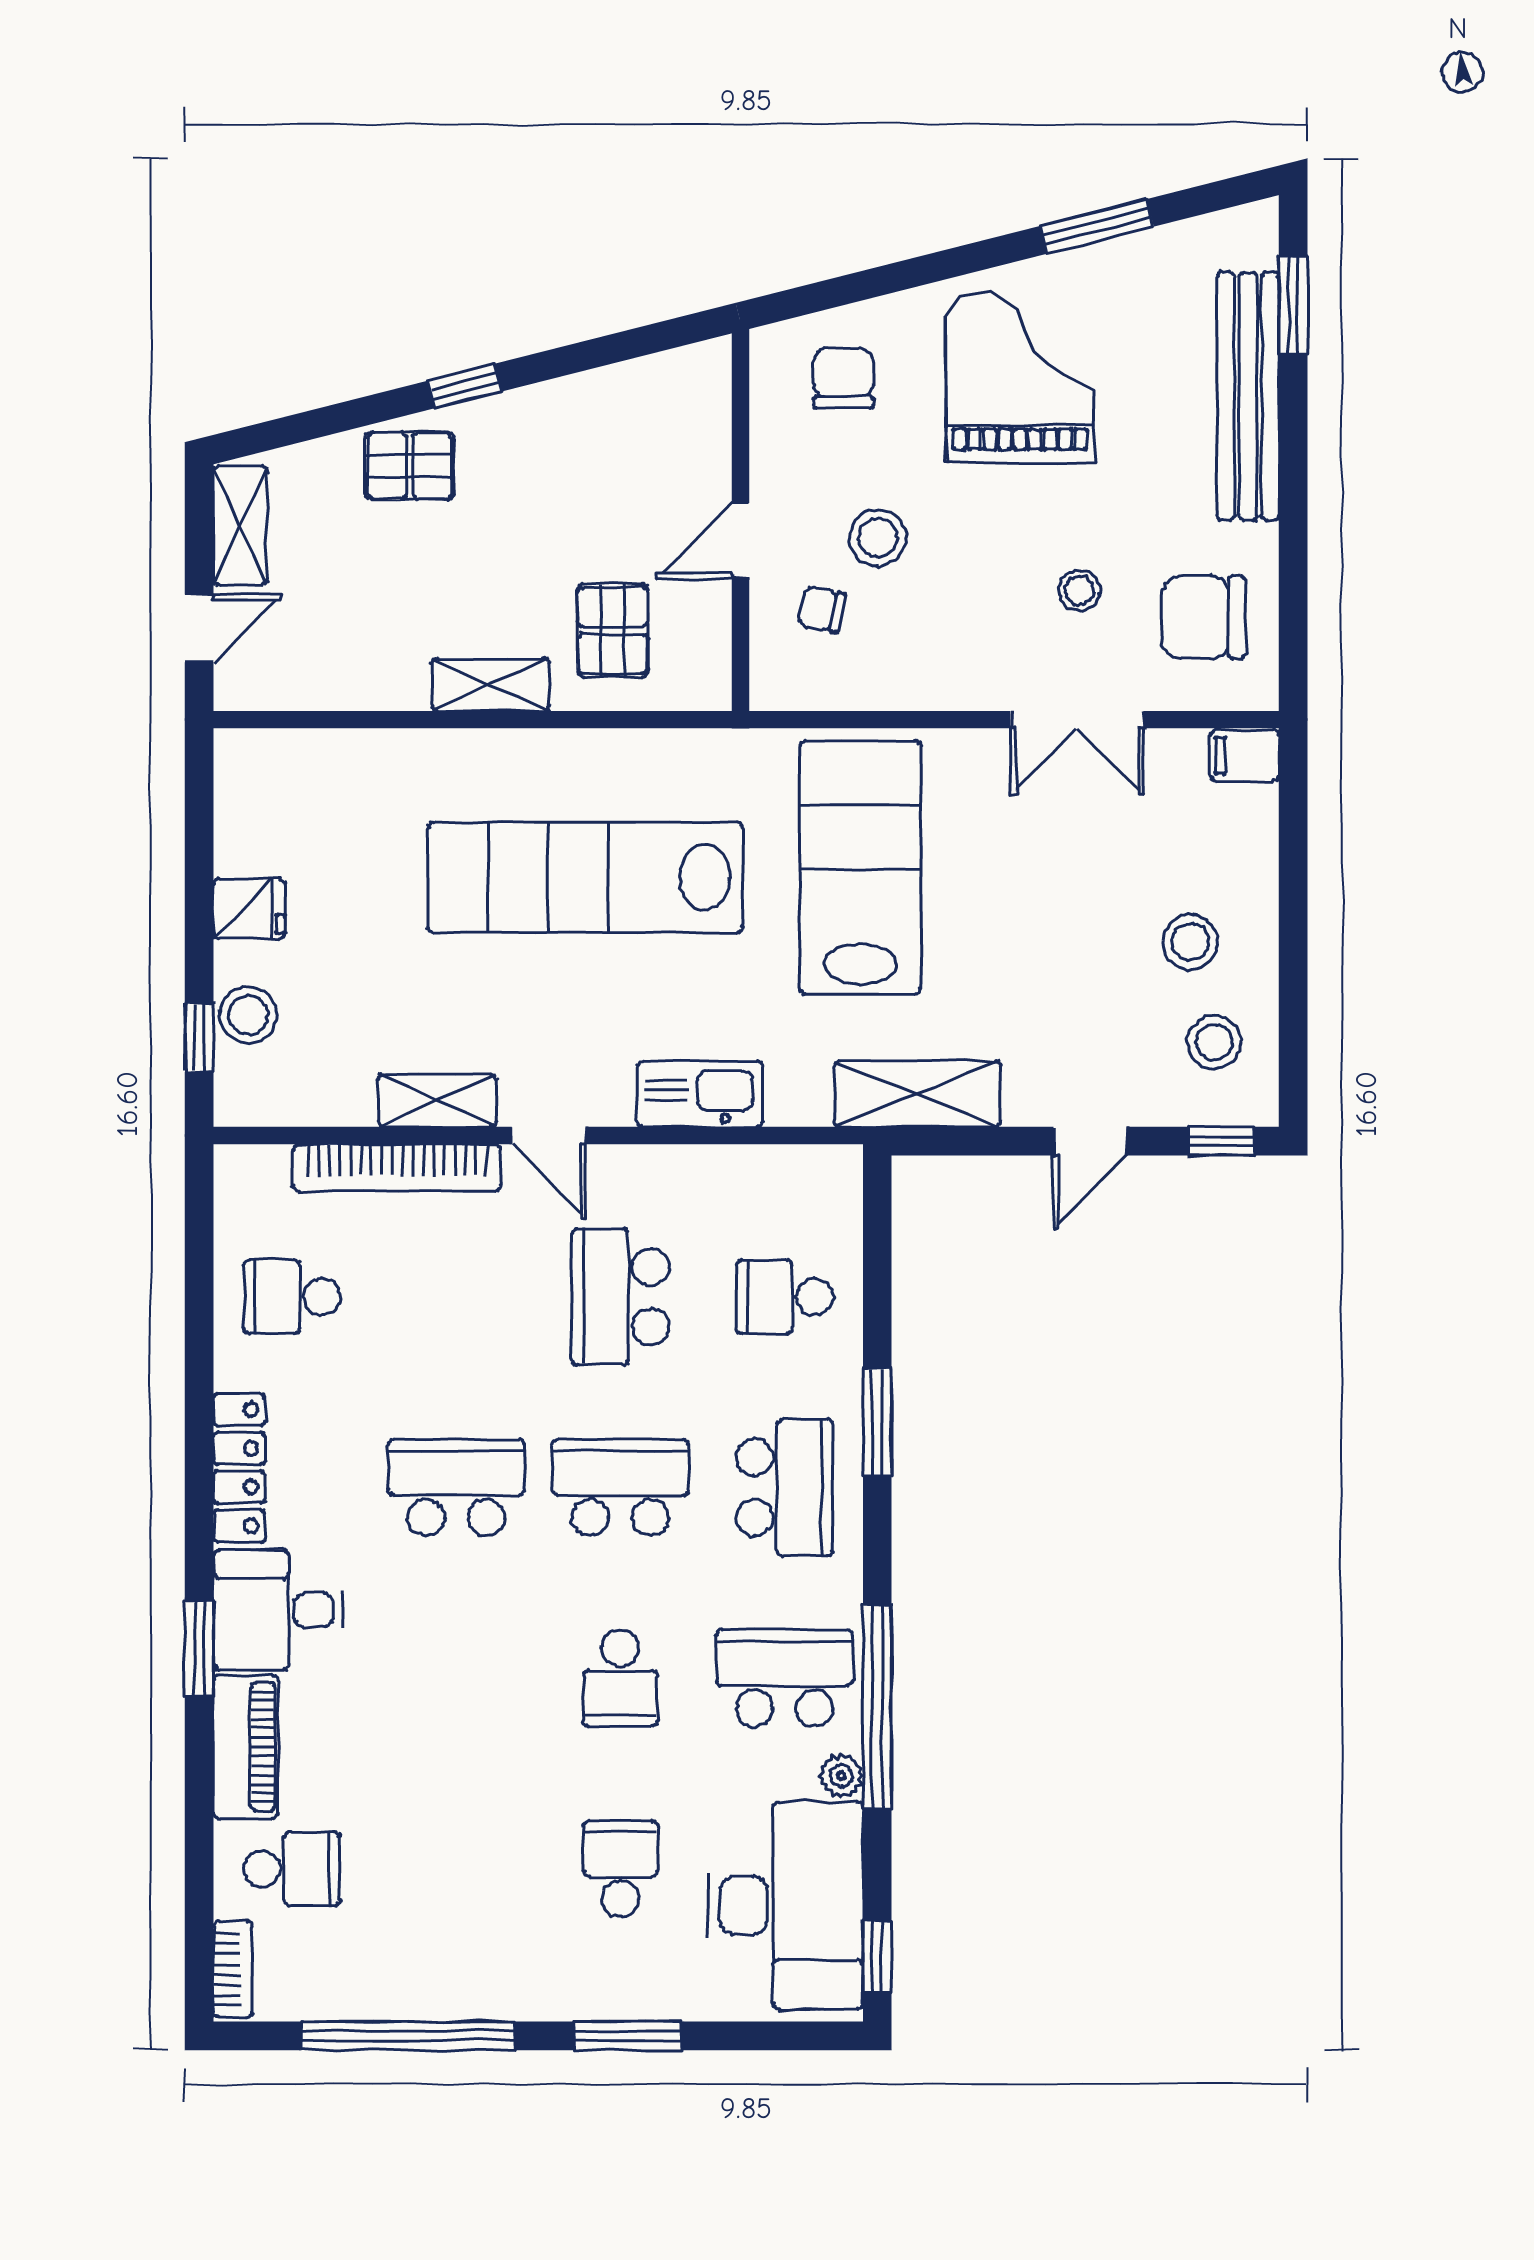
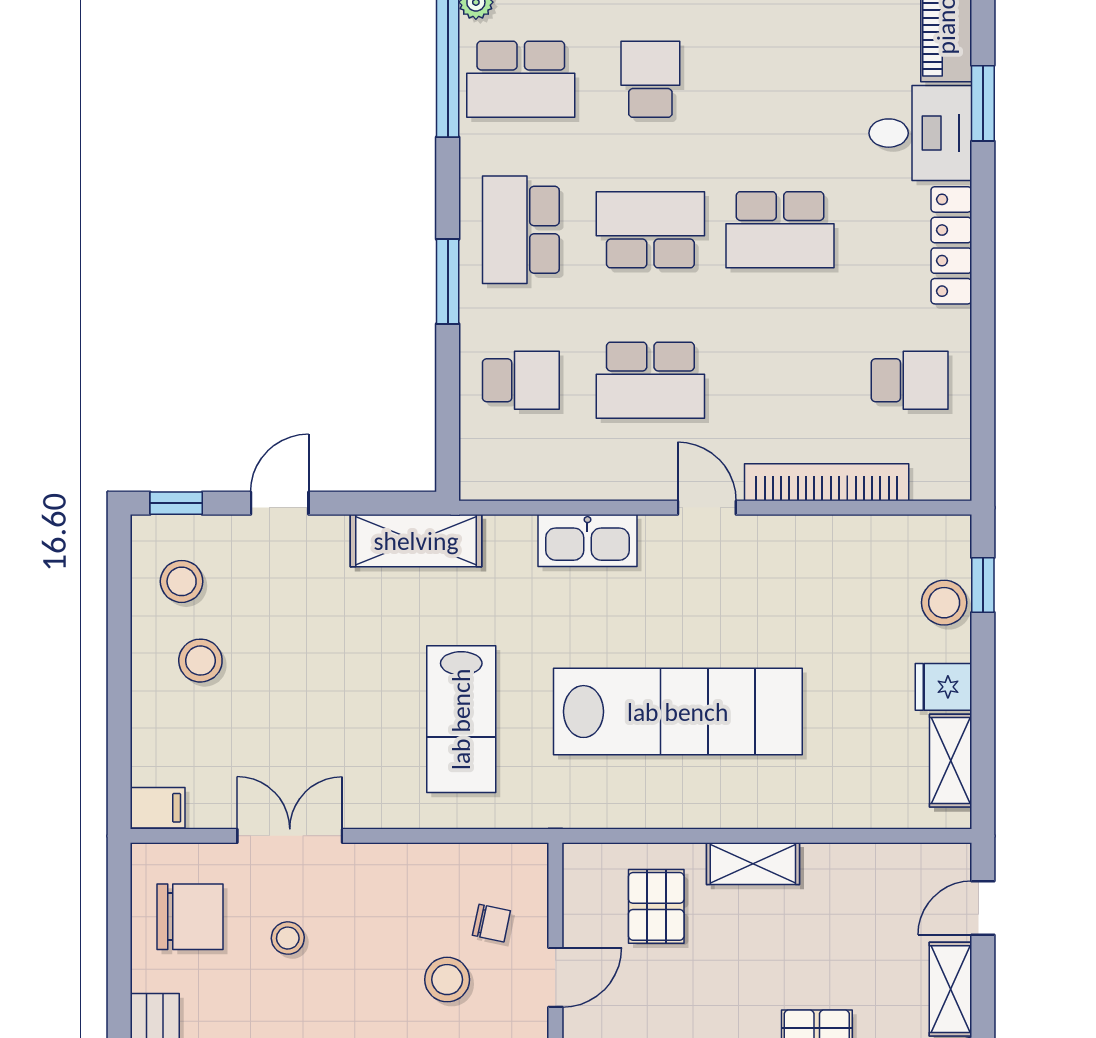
lab bench: (860, 868) -> (461, 719), width x0.73, depth x0.72
shelving: (437, 1100) -> (951, 761), moved, turned 90
school desk: (620, 1297) -> (650, 380), turned 90
school desk: (620, 1488) -> (650, 230), turned 180

